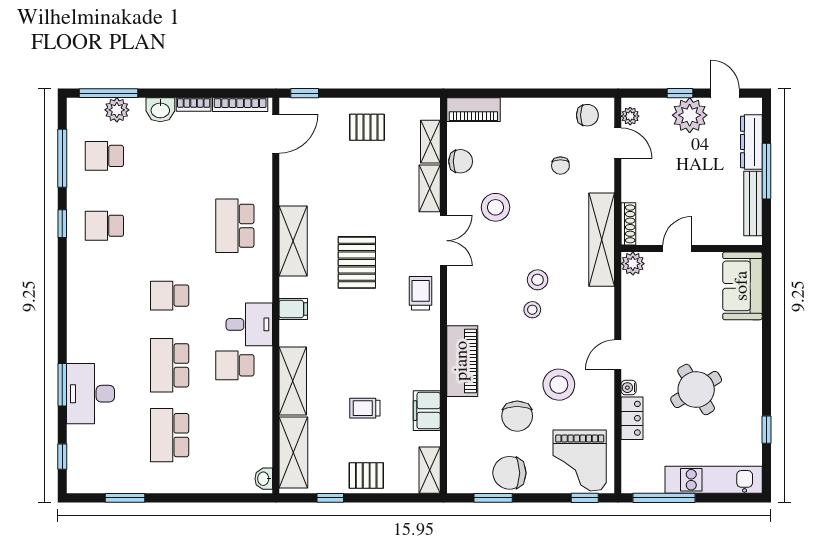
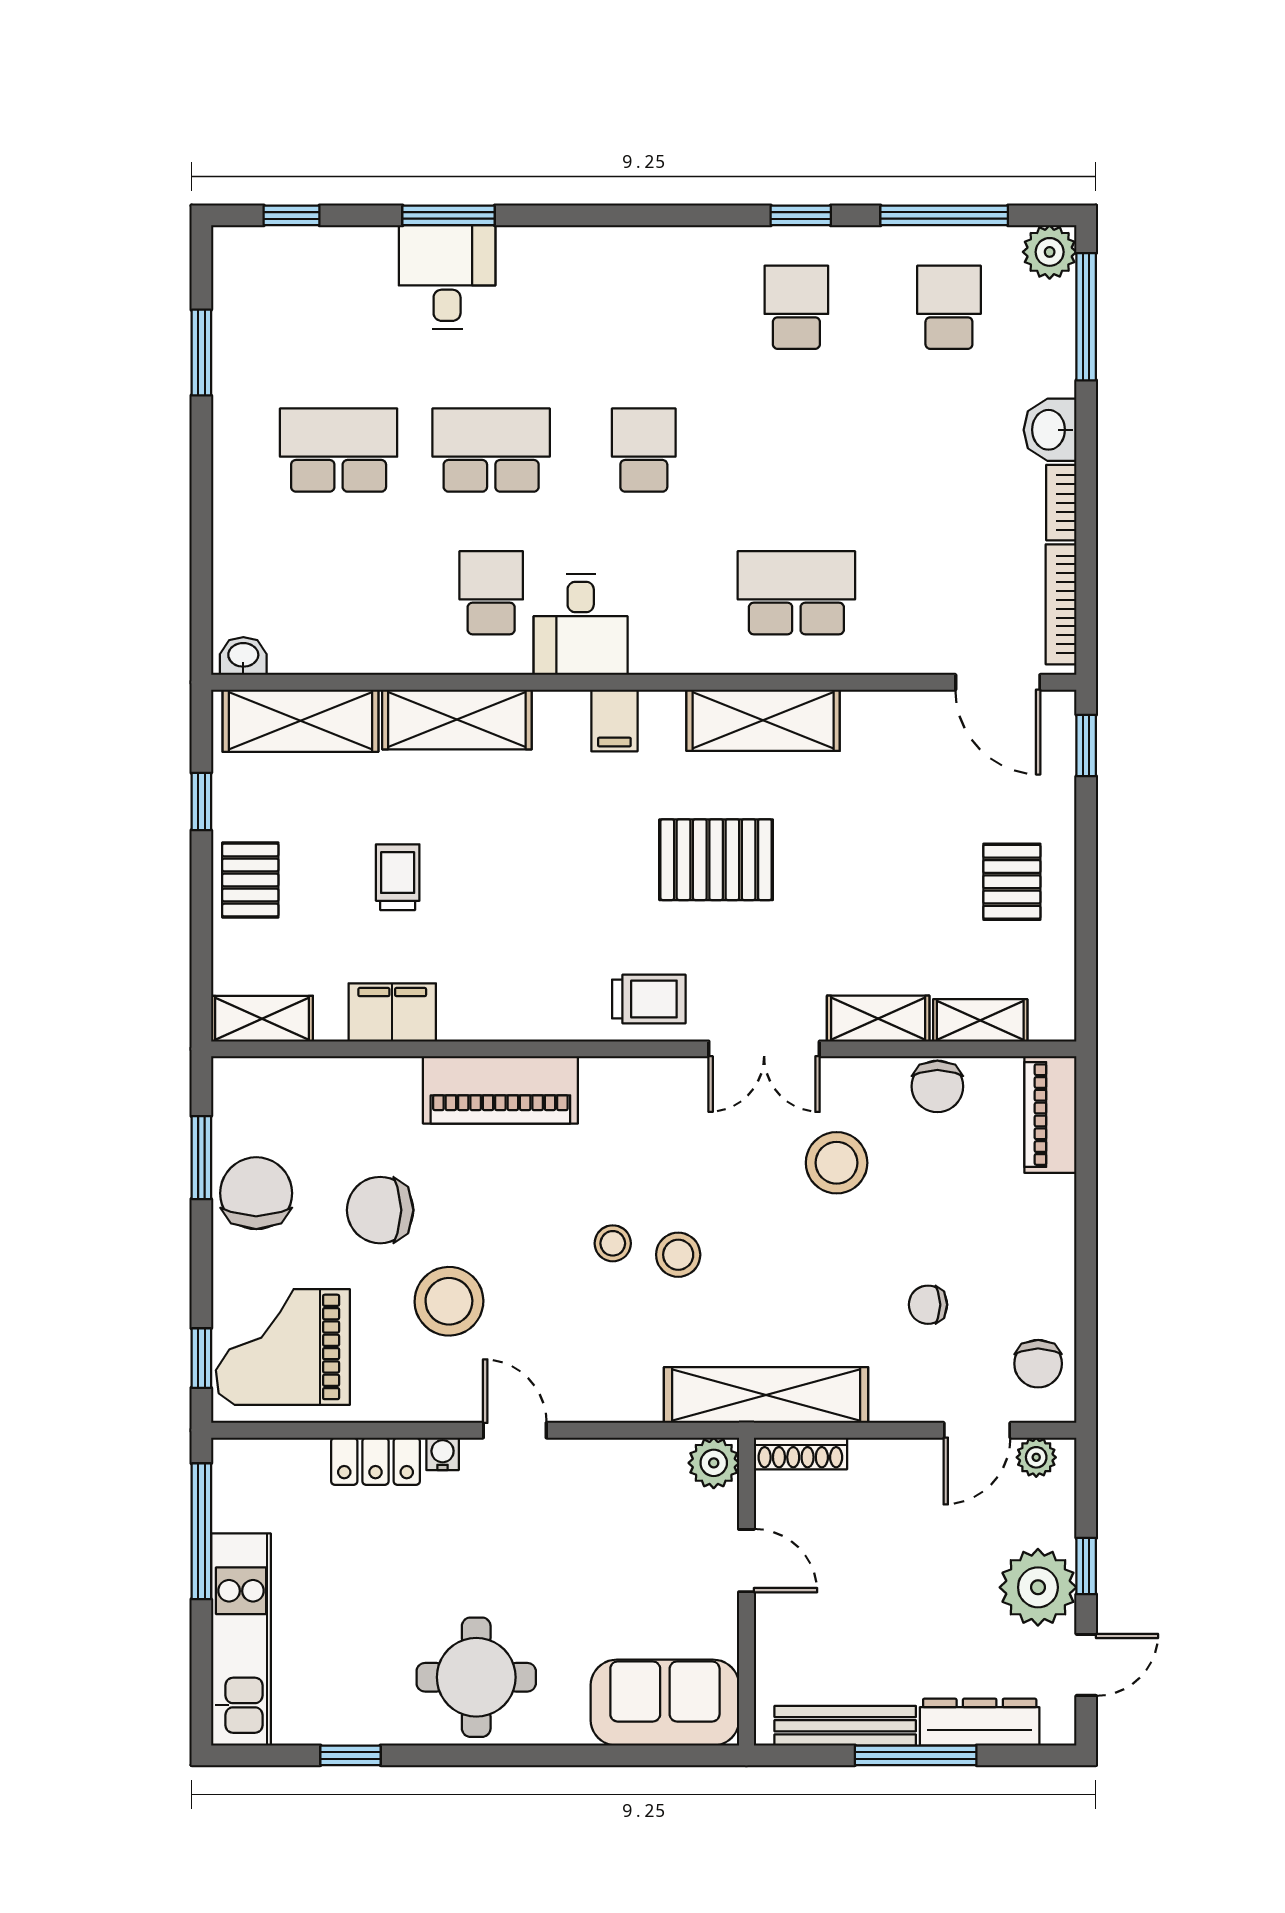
plant: (117, 110) -> (1050, 252), moved
round table: (696, 390) -> (476, 1677), moved, turned 31
desk: (90, 394) -> (447, 277), width x0.73

